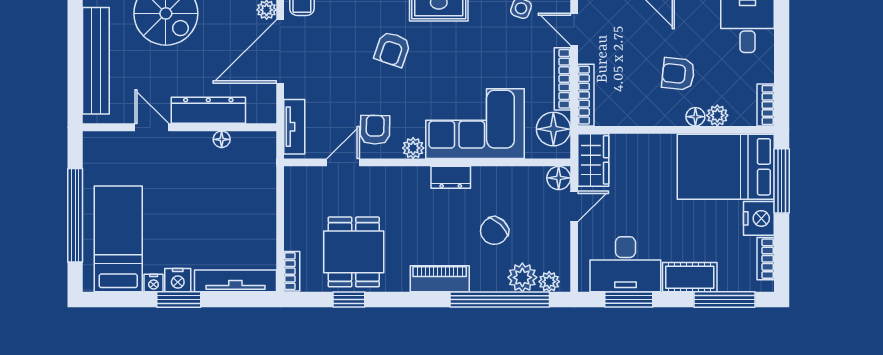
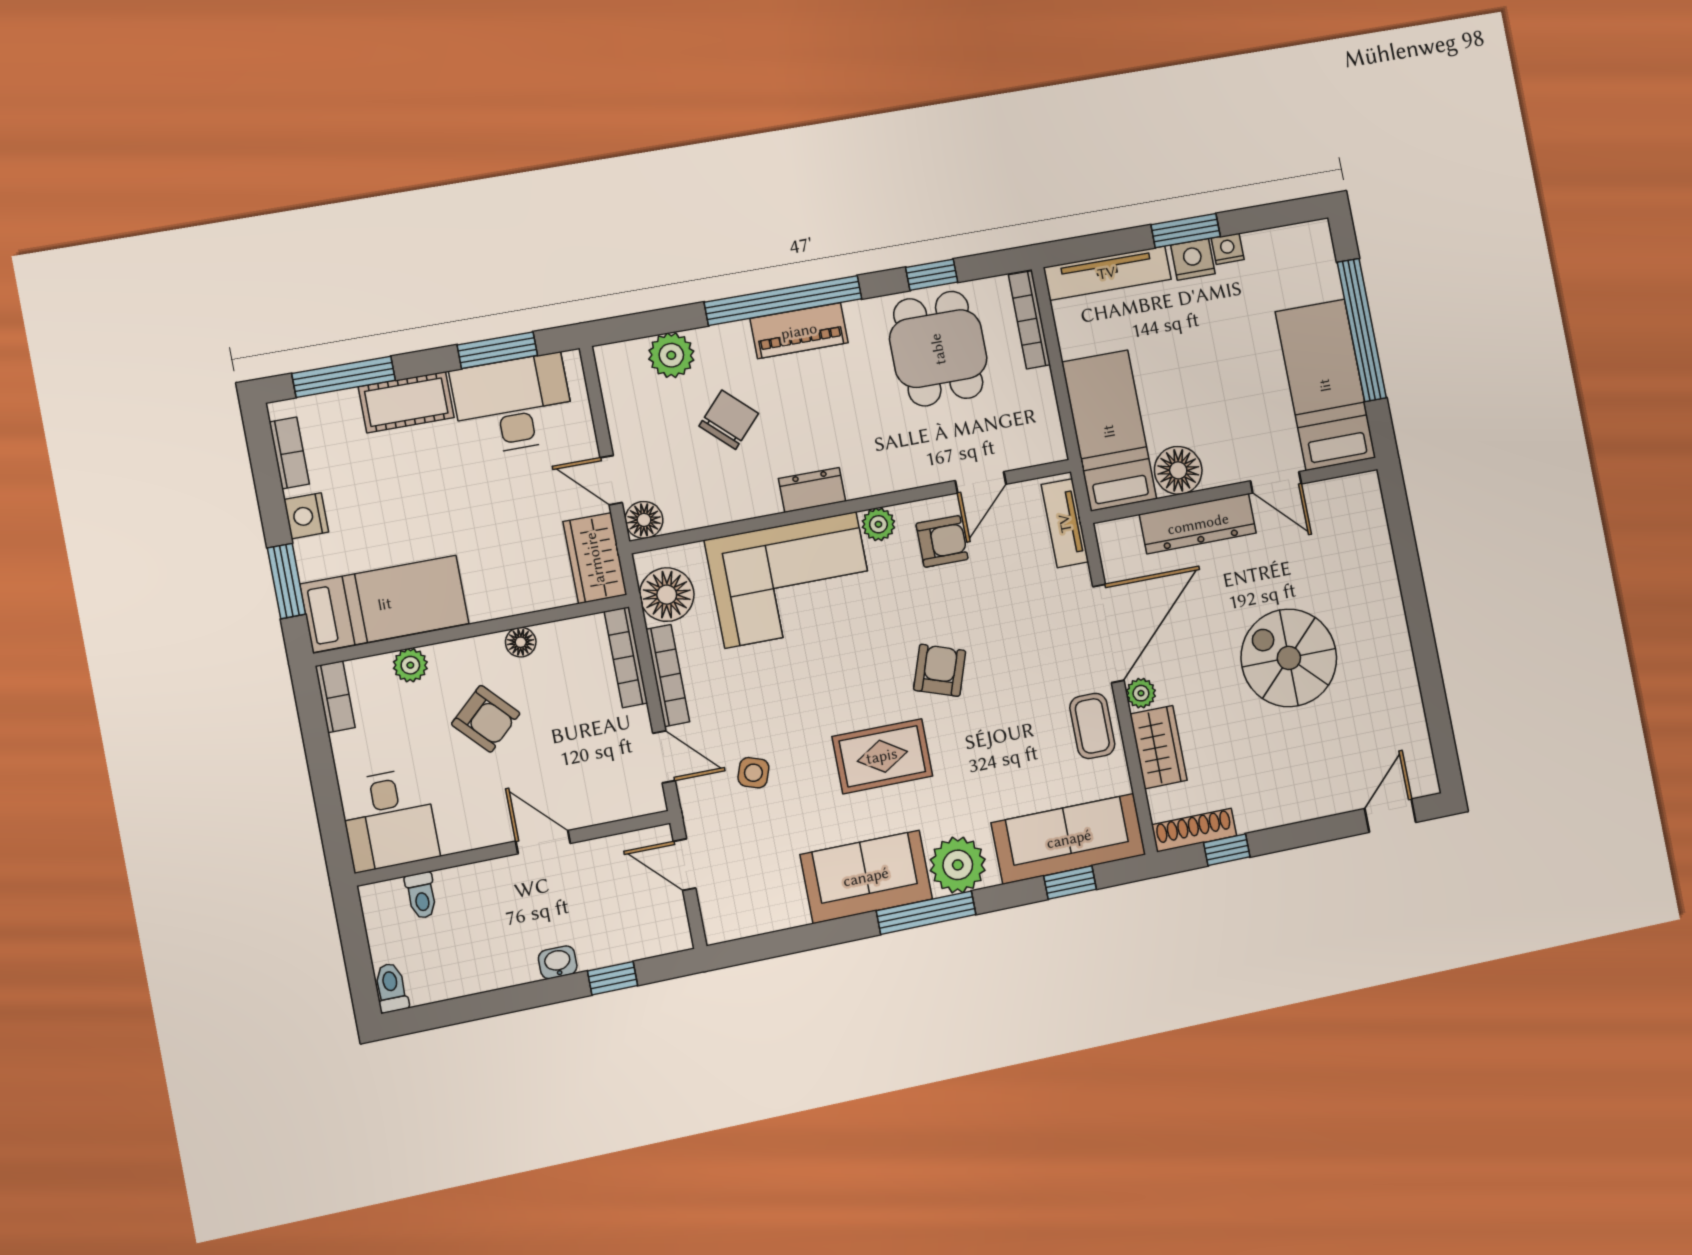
bench: (96, 61) -> (1377, 567), removed
armchair: (678, 74) -> (486, 719), turned 41
floor lamp: (695, 117) -> (521, 642), moved
armchair: (375, 130) -> (942, 541), turned -91
floor lamp: (222, 139) -> (1178, 470), width x1.89, depth x1.89
bed: (726, 167) -> (385, 604), width x0.67
bed: (254, 180) -> (1109, 431), added
window: (782, 181) -> (286, 581), width x0.69
door: (574, 206) -> (611, 480), hinge flipped
nightstand: (759, 218) -> (306, 516), width x0.74, depth x0.75
bed: (118, 239) -> (1325, 385), moved, turned 180
bookcase: (292, 271) -> (1029, 320), width x1.56
plant: (549, 282) -> (628, 356), removed
window: (500, 299) -> (783, 301), moved

